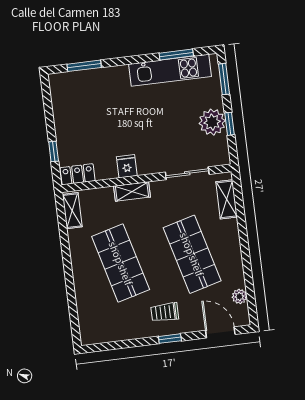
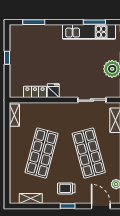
window: (54, 151) -> (7, 58), moved
locker: (78, 174) -> (35, 92), moved
shelving: (132, 192) -> (31, 198), moved
shop shelf: (121, 263) -> (42, 153), turned 30

